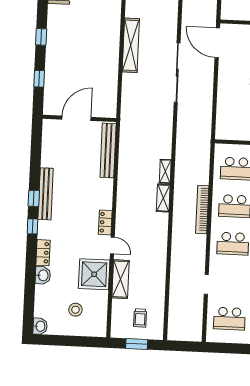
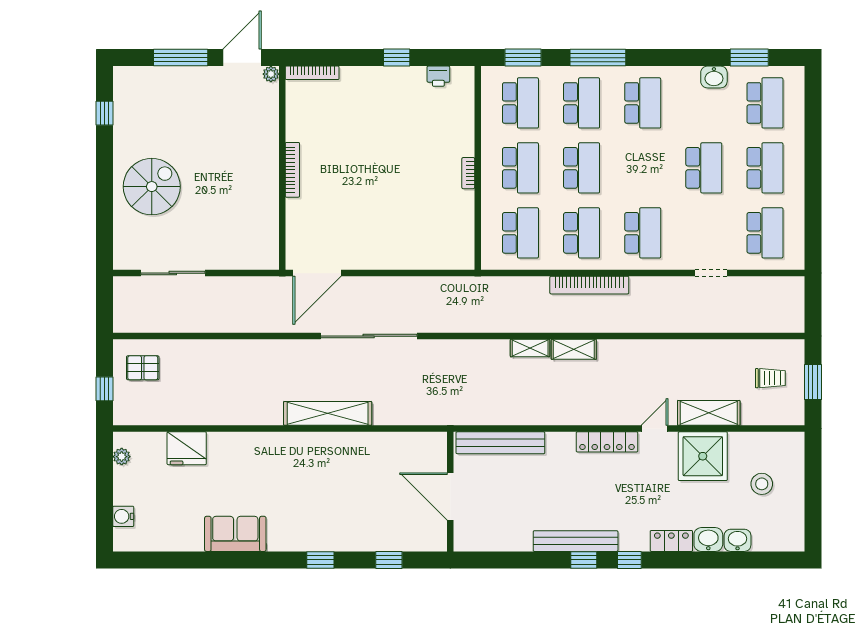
locker: (105, 222) -> (607, 442), width x1.53
washbasin: (40, 326) -> (738, 540), moved

